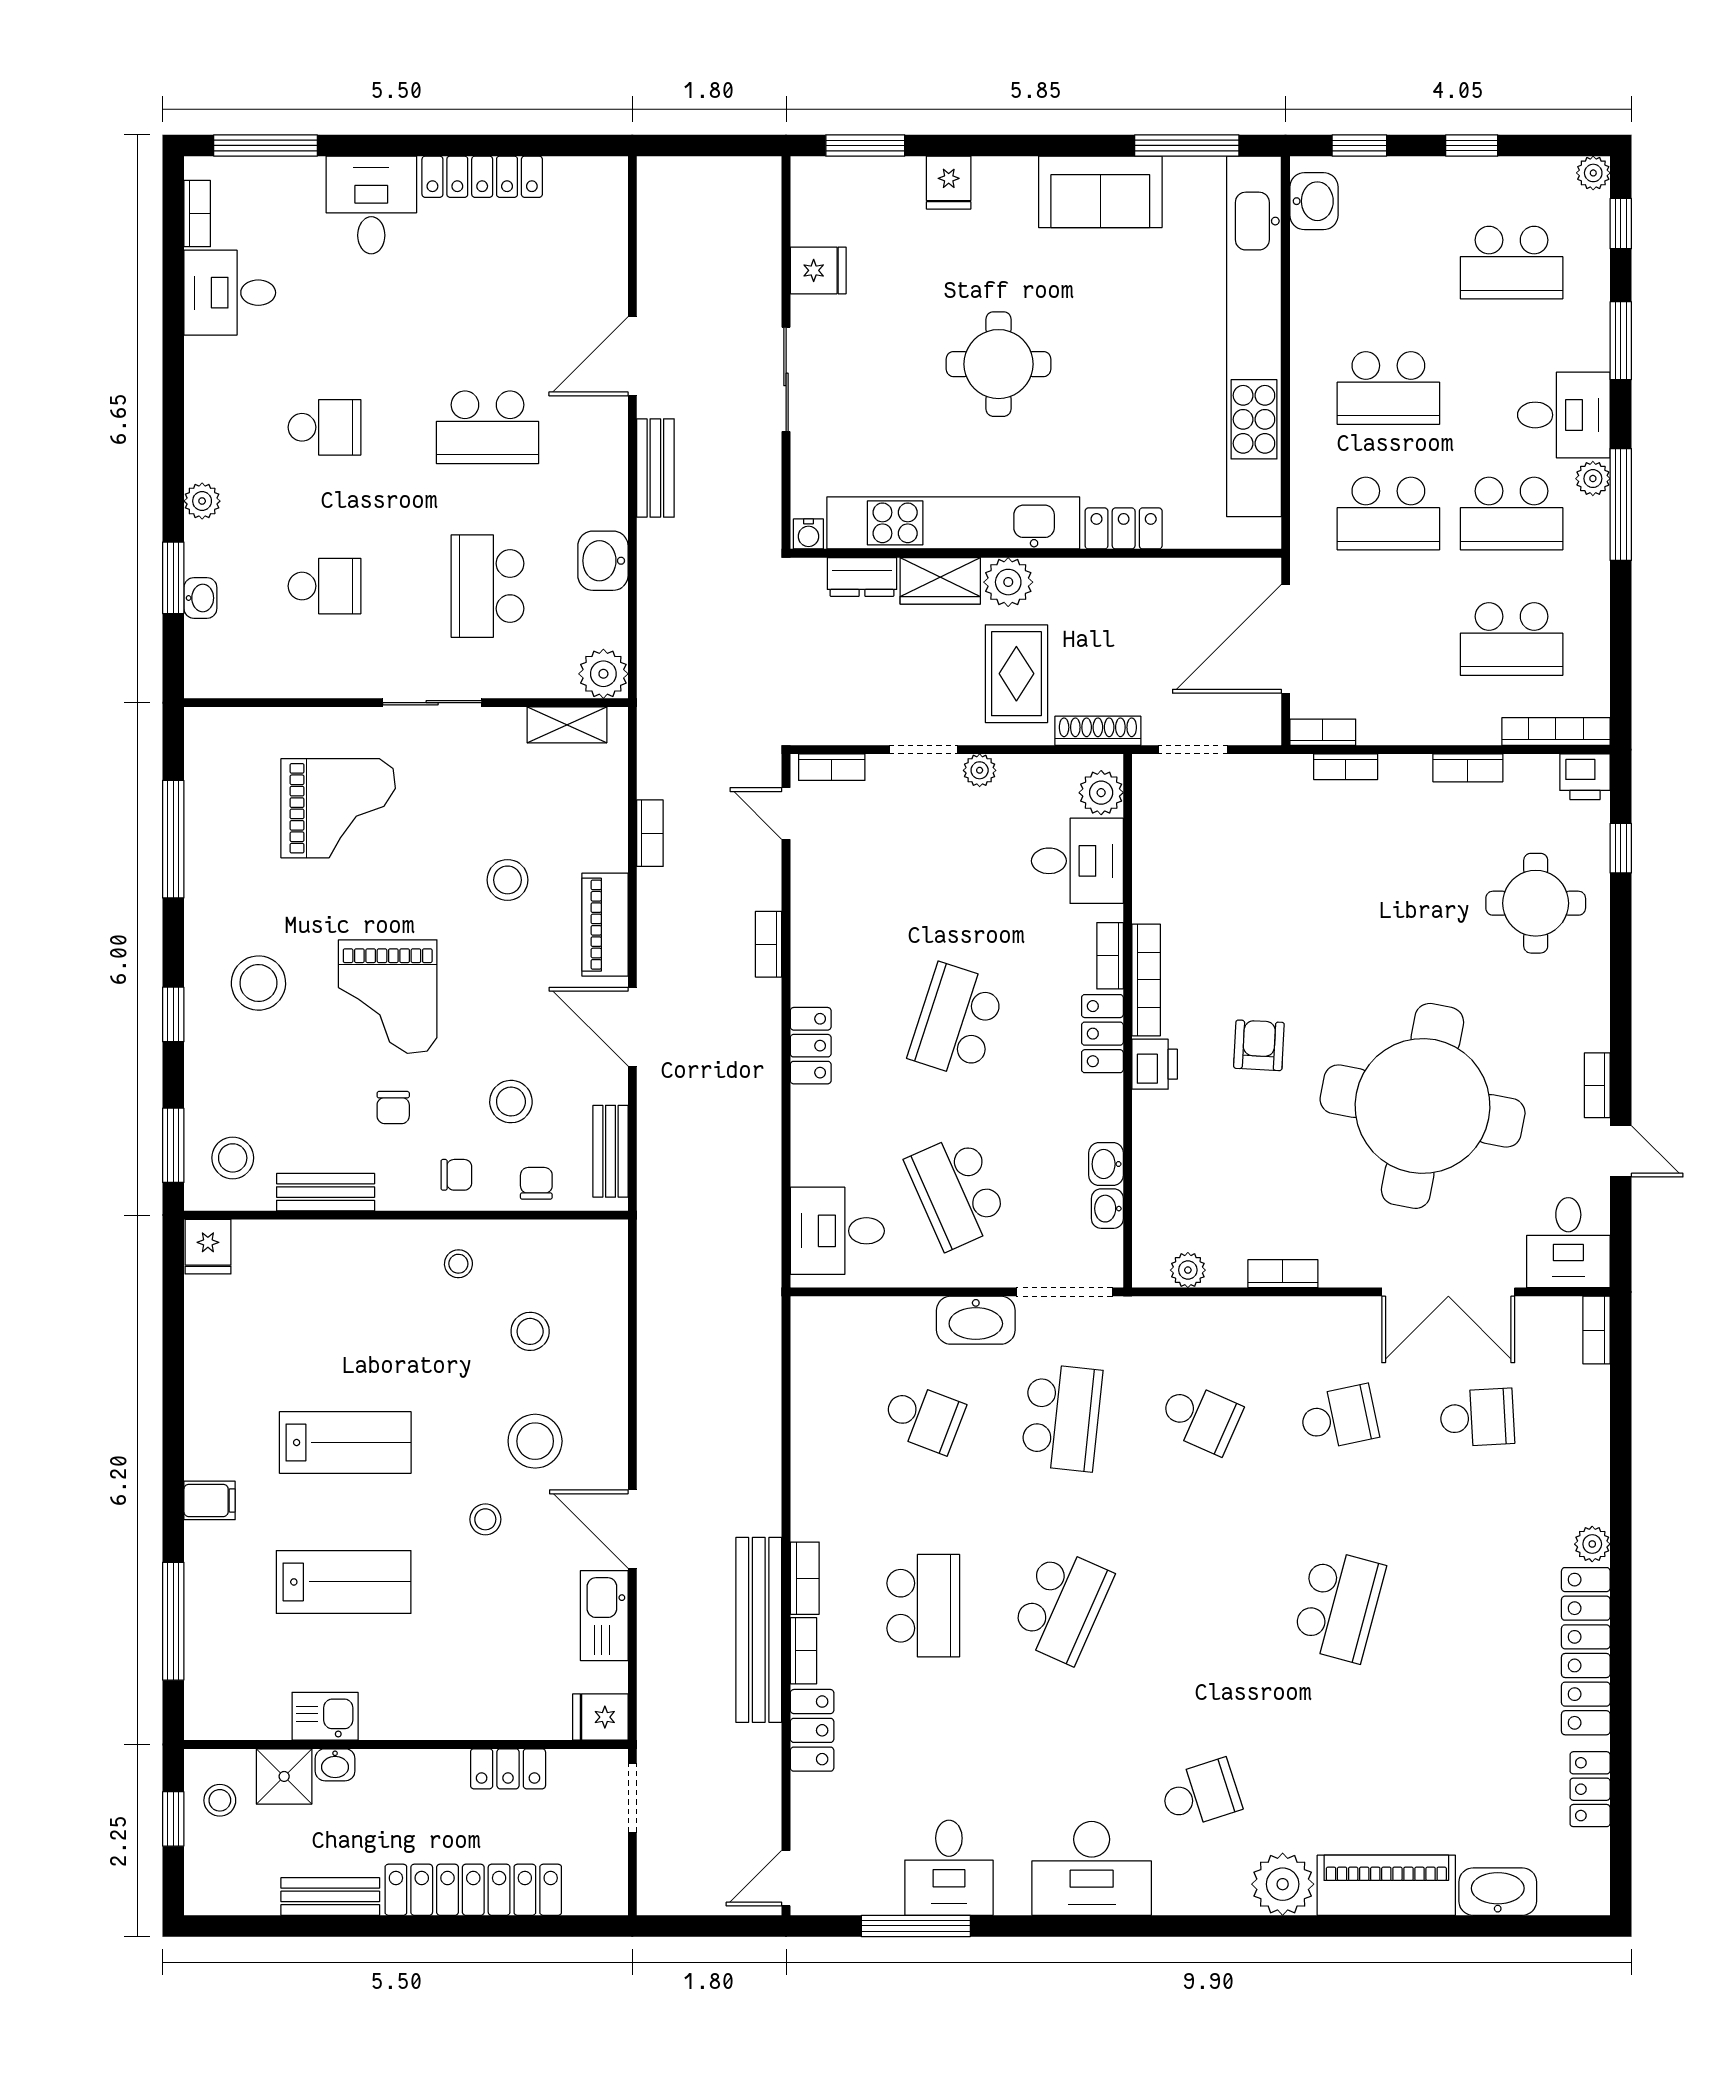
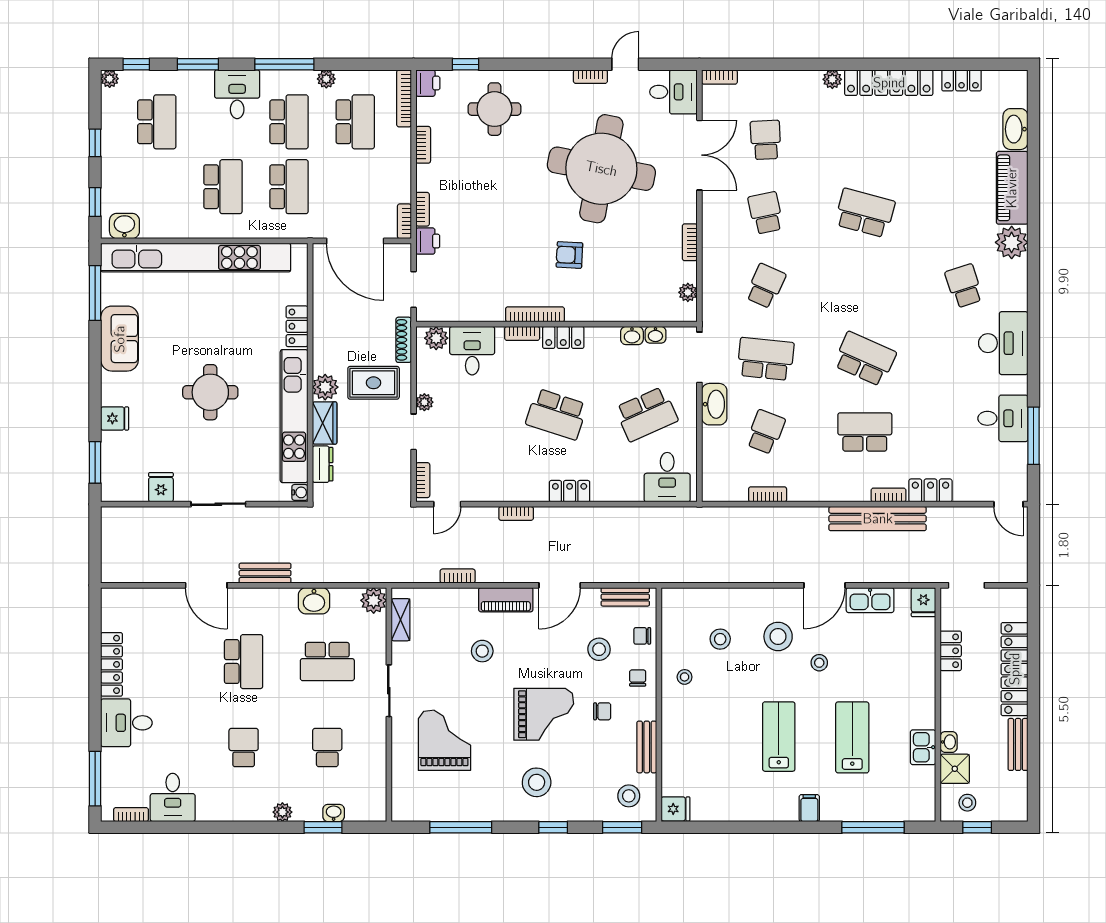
plant: (1593, 479) -> (326, 79), moved
printer: (1155, 1064) -> (428, 241), moved, turned 90
bookcase: (805, 1578) -> (768, 494), moved

